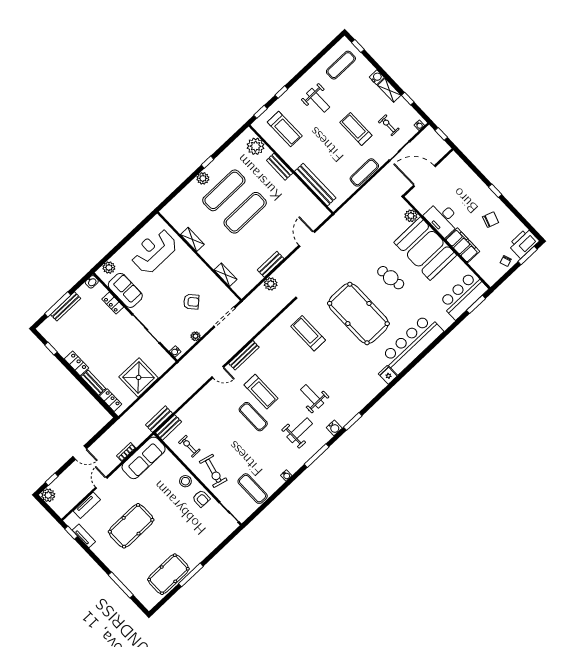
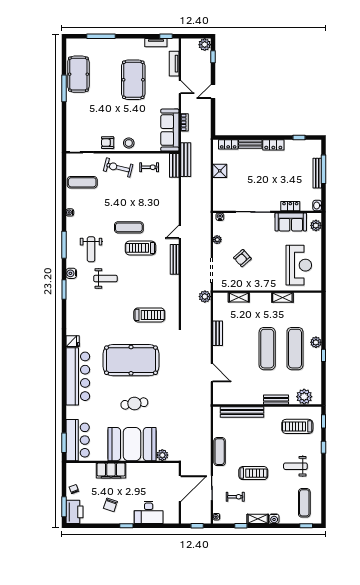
desk: (443, 219) -> (149, 512), moved, turned 180
plant: (271, 284) -> (205, 297), moved
shower: (139, 377) -> (220, 171), width x0.54, depth x0.54
bench: (159, 419) -> (186, 160), width x1.36

